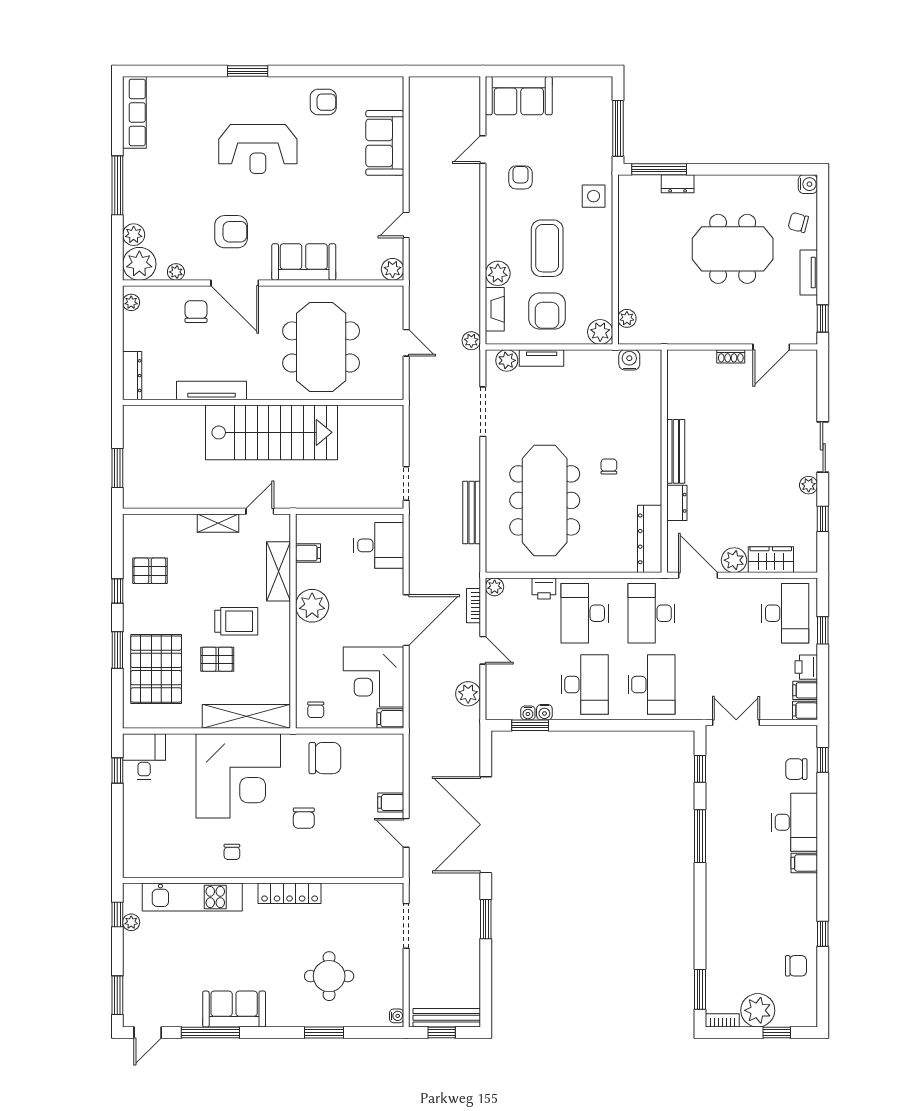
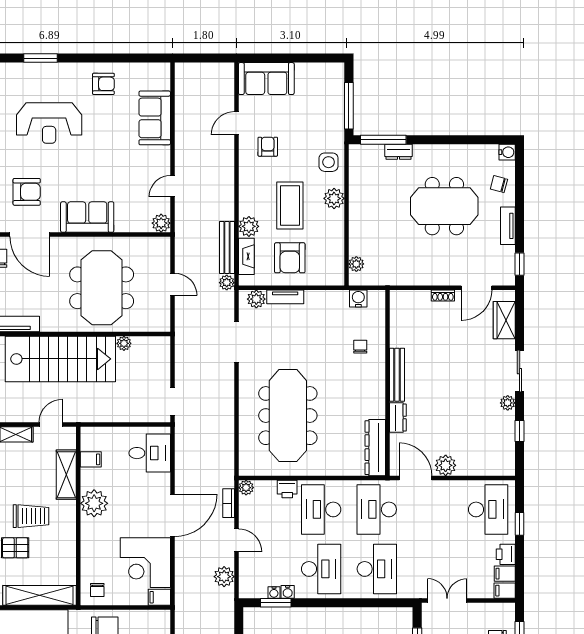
plant: (600, 332) -> (334, 198), moved
plant: (348, 414) -> (124, 343), added
chair: (609, 467) -> (360, 347), moved
bench: (472, 513) -> (227, 247), moved
wardrobe: (771, 560) -> (504, 320), moved, turned -90

